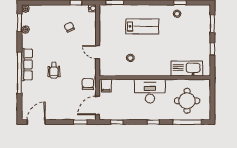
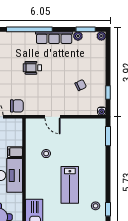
lab bench: (142, 26) -> (70, 185), moved
door: (98, 52) -> (52, 117), swing flipped
row of seats: (27, 64) -> (54, 38), moved
filing cabinet: (106, 86) -> (15, 152), moved

